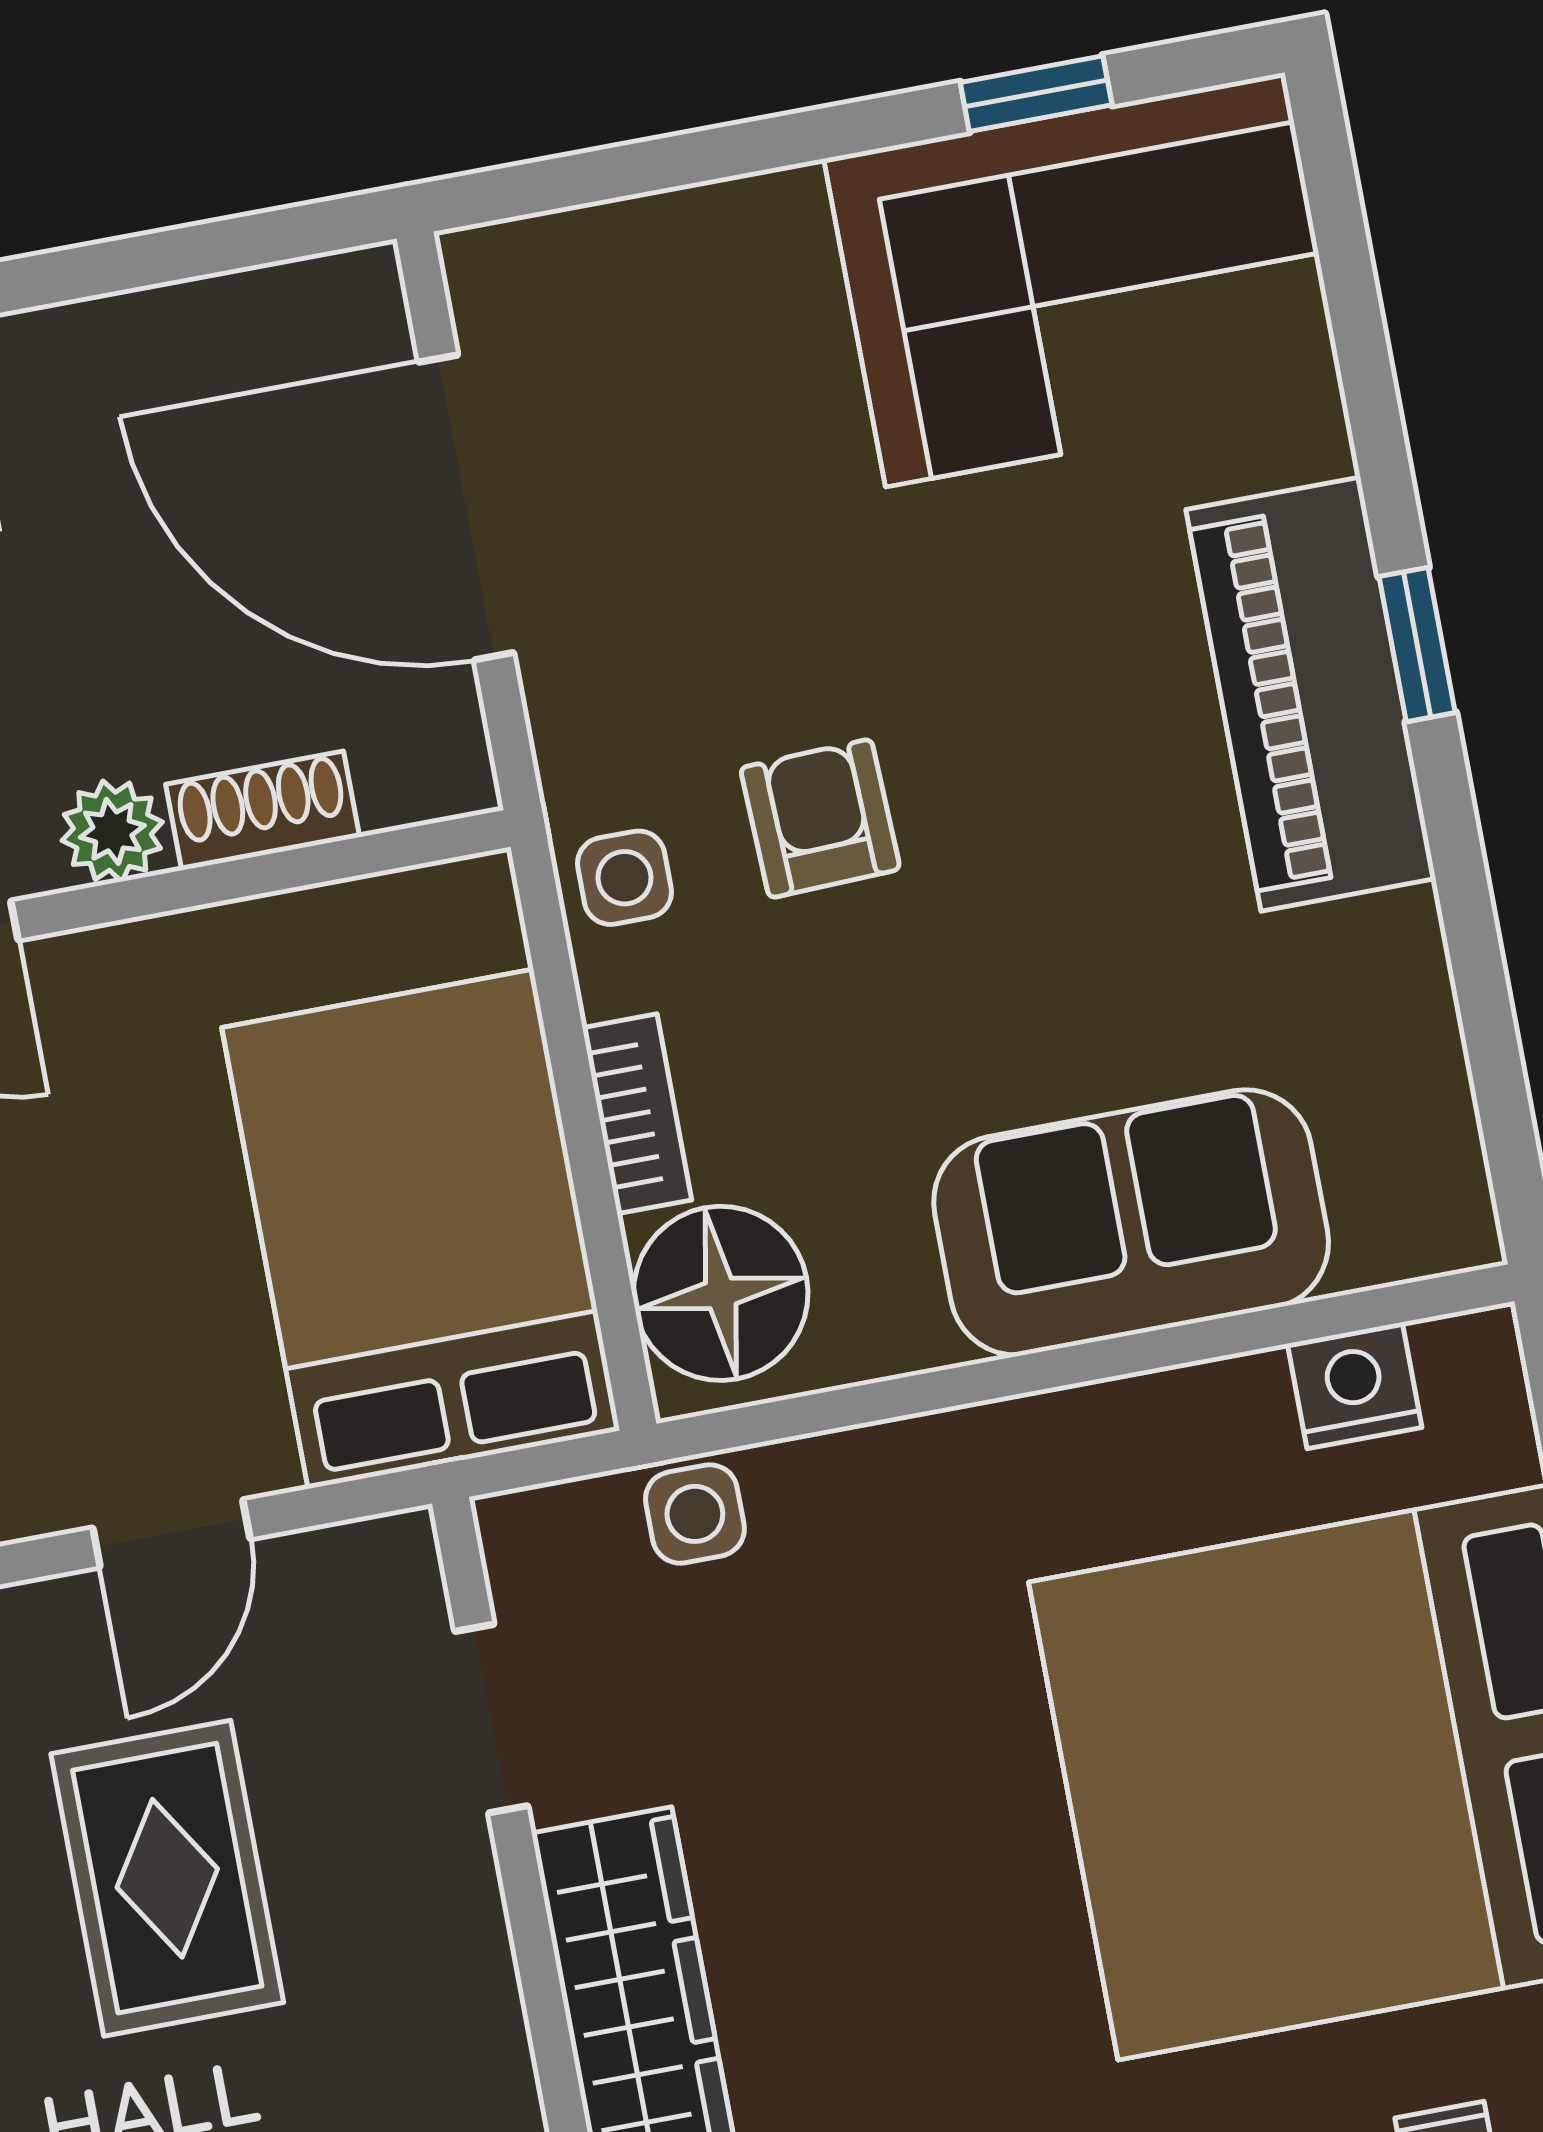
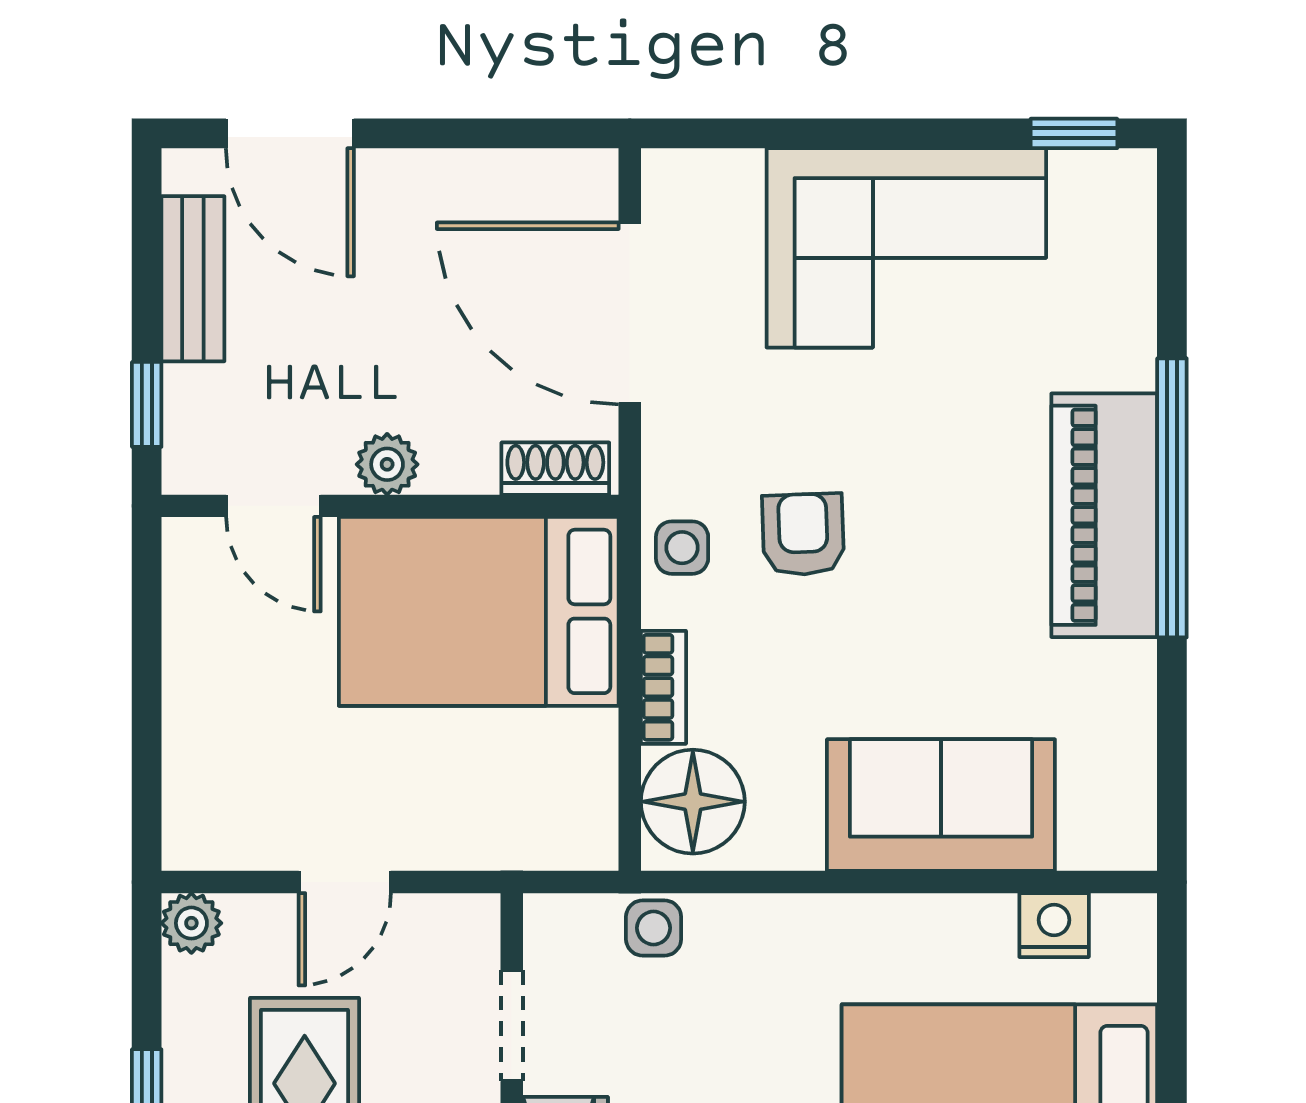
window: (1036, 94) -> (1074, 133), moved
corner sofa: (1085, 280) -> (906, 248), moved
window: (1417, 645) -> (1172, 498), width x3.17
shoe rack: (263, 811) -> (555, 469), moved
bed: (421, 1229) -> (479, 611), moved, turned -90

